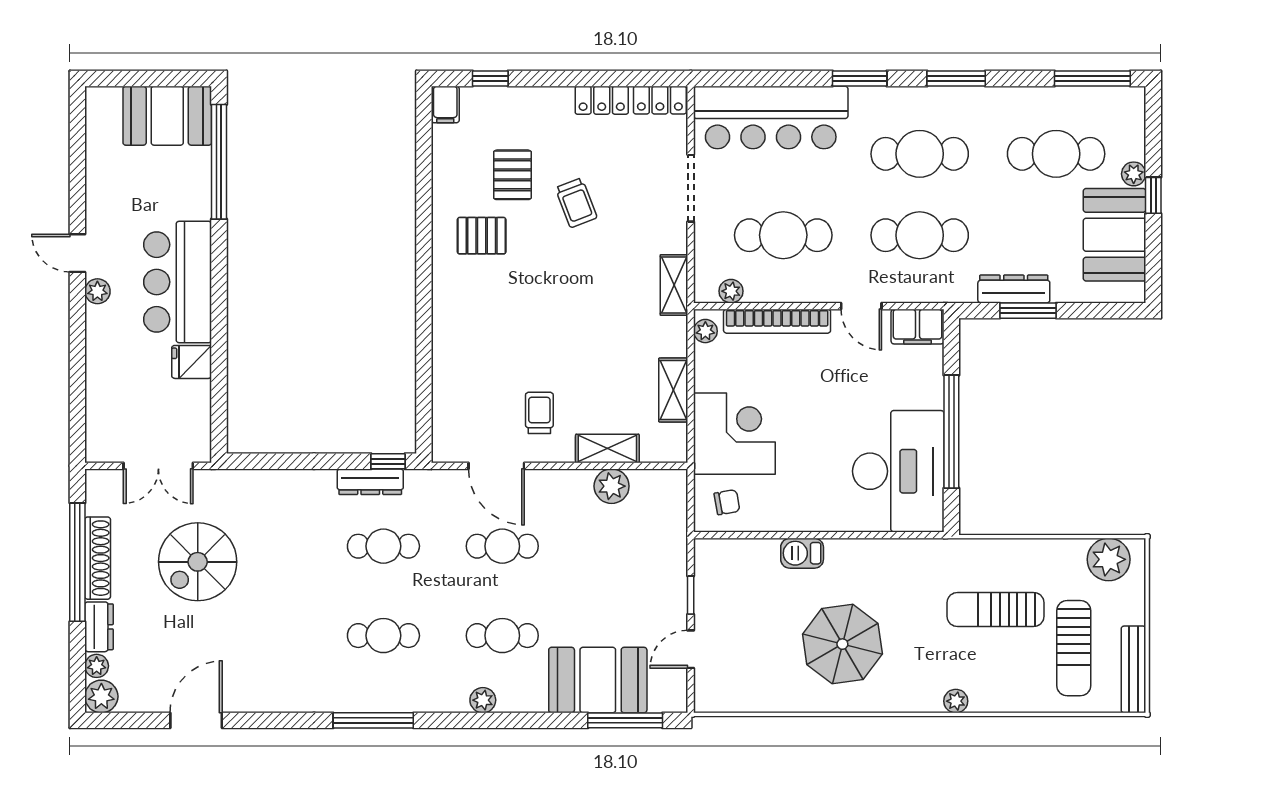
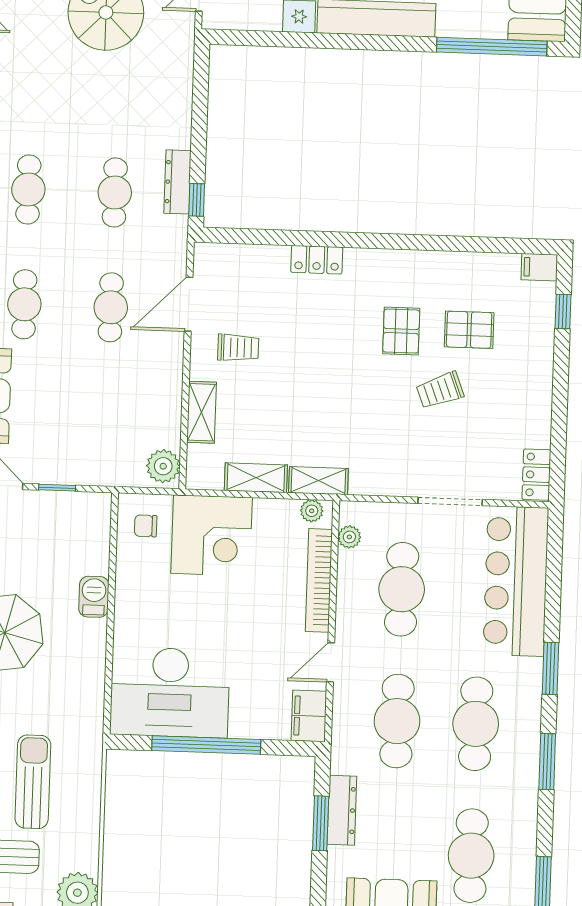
locker: (602, 100) -> (317, 260), moved, turned -90
pallet: (482, 236) -> (401, 331), moved
shelving: (674, 285) -> (318, 481), moved
plant: (612, 486) -> (163, 466), moved
chair: (727, 502) -> (146, 526), turned 100

